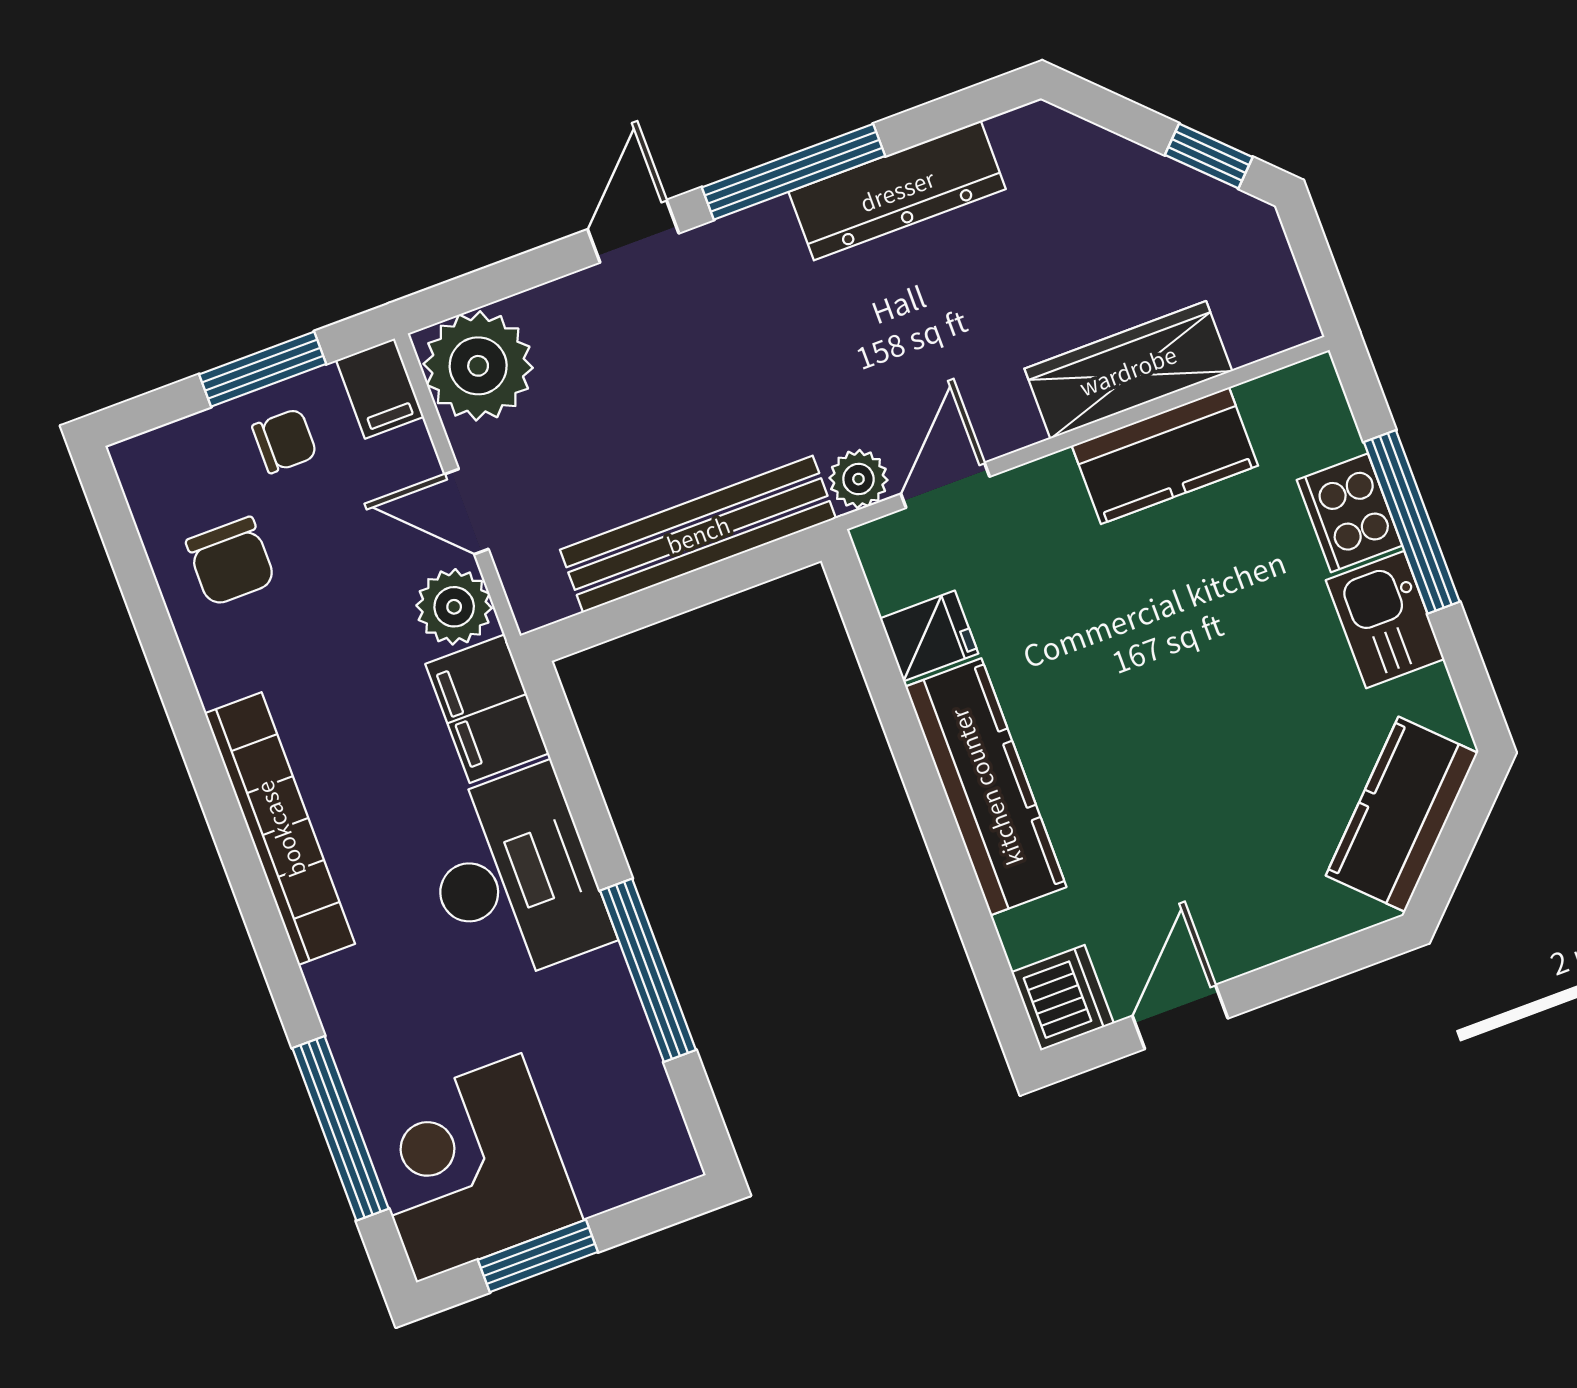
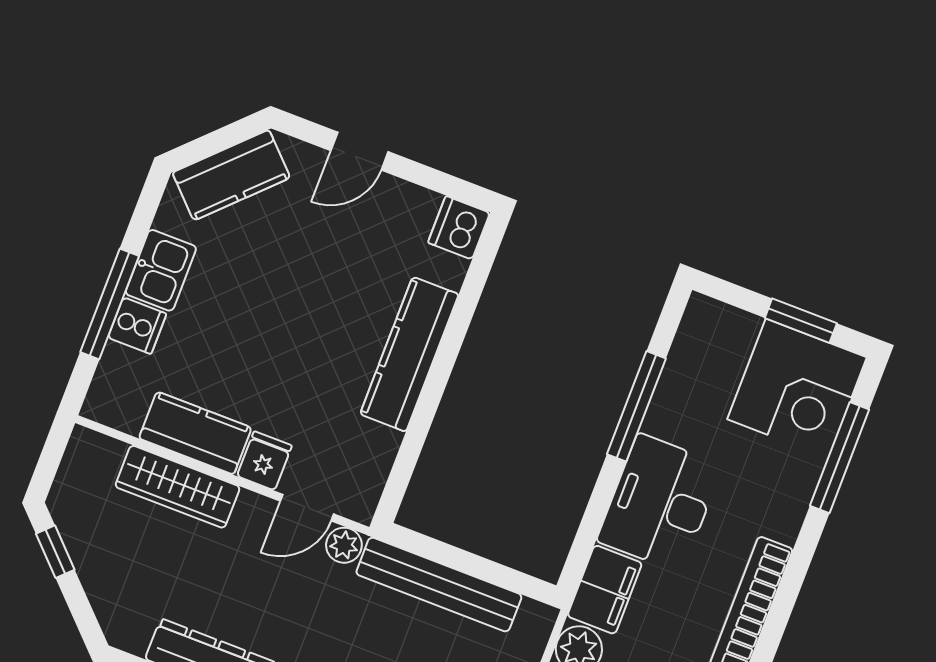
cooker: (1349, 513) -> (137, 326), width x0.73
fridge: (929, 636) -> (264, 461), moved, turned 90
door: (1180, 1017) -> (359, 151), moved

